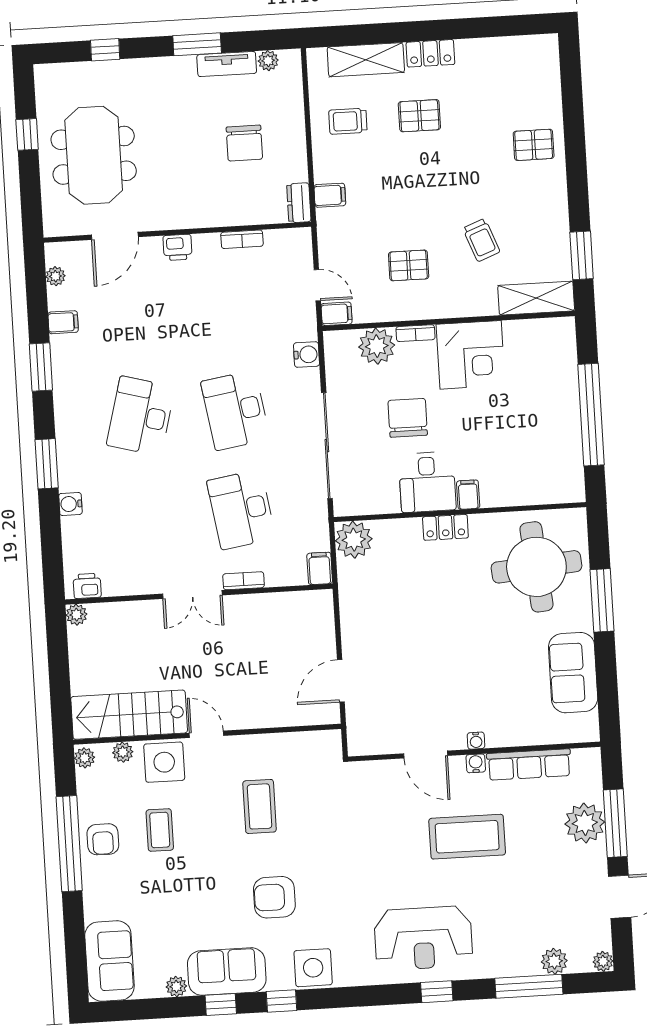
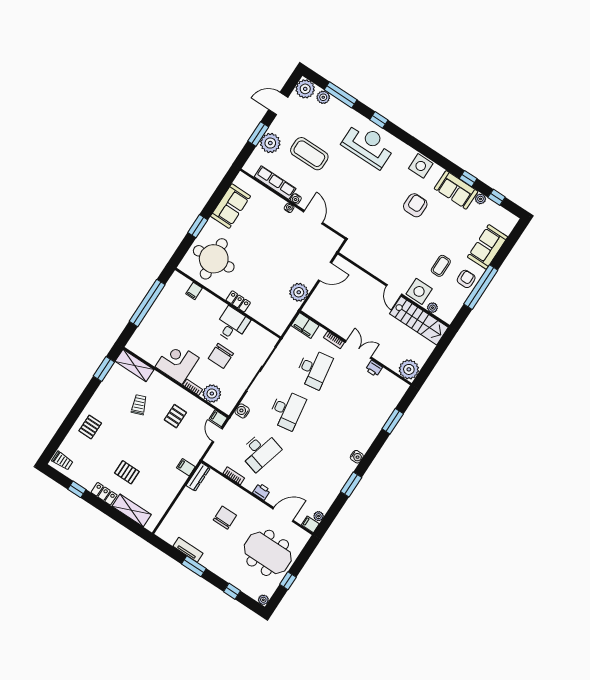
window: (480, 28) -> (77, 489), added
plant: (268, 61) -> (263, 600), moved
trolley: (348, 121) -> (62, 461), moved
chair: (244, 143) -> (225, 518), moved
pallet: (534, 145) -> (90, 427), turned 90
meeting table: (94, 155) -> (268, 553), turned 90
dresser: (299, 203) -> (198, 477), width x1.44
pallet: (409, 265) -> (175, 416), turned 90
filing cabinet: (63, 322) -> (310, 524), moved
desk: (141, 416) -> (260, 451), moved
window: (47, 464) -> (393, 421), moved
filing cabinet: (468, 495) -> (194, 291), moved
water cooler: (70, 504) -> (357, 457), moved
plant: (354, 540) -> (299, 292), moved
filing cabinet: (320, 568) -> (305, 326), width x2.00
printer: (87, 586) -> (374, 369), moved
window: (602, 600) -> (198, 226), width x0.69
plant: (77, 615) -> (409, 369), width x1.88, depth x1.88
plant: (85, 758) -> (449, 317), removed
coffee table: (260, 806) -> (394, 246), removed
window: (615, 823) -> (258, 134), width x0.69
coffee table: (467, 837) -> (309, 154), moved
armchair: (274, 897) -> (415, 205), turned -90
sofa: (109, 961) -> (488, 247), moved
plant: (603, 961) -> (305, 89), width x1.87, depth x1.87
window: (281, 1001) -> (497, 197), moved

